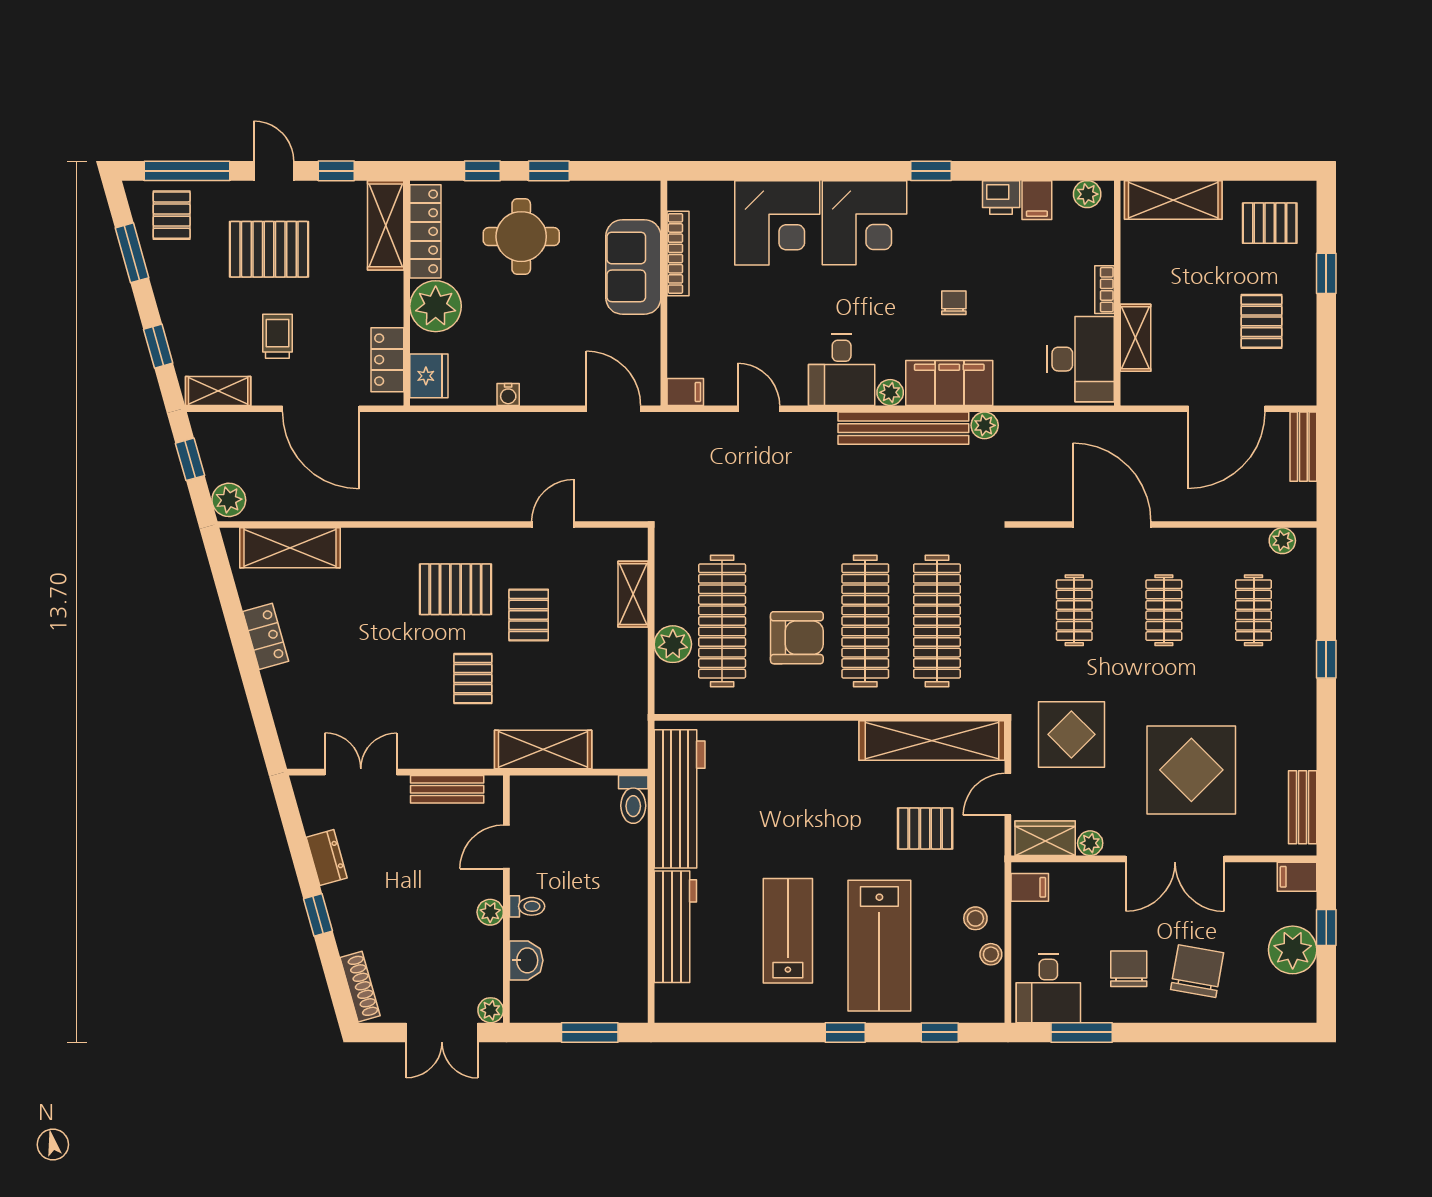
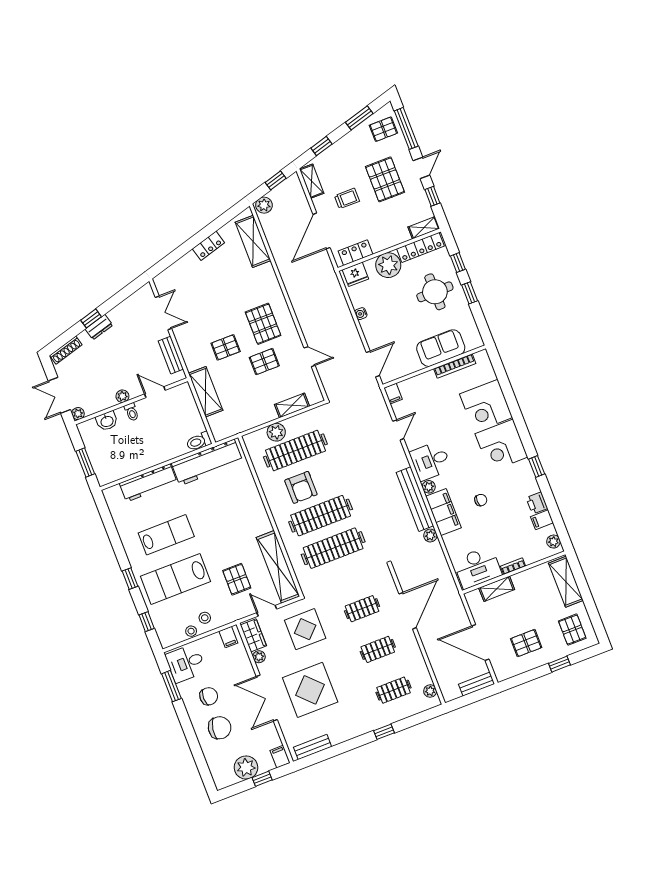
shelving: (386, 225) -> (424, 228), width x0.67, depth x0.75
dresser: (327, 858) -> (99, 327), moved

